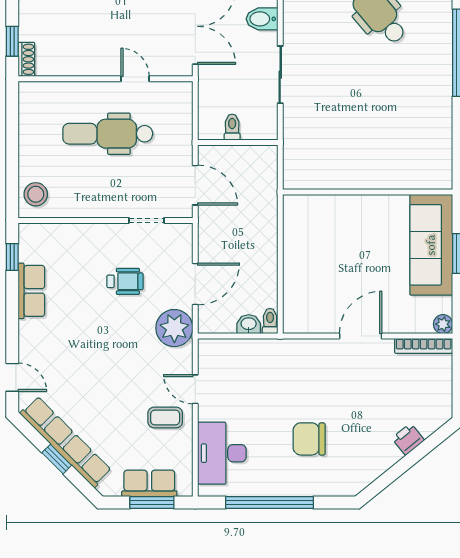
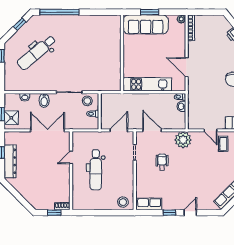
stool: (261, 115) -> (87, 101), added
kitchen unit: (298, 248) -> (147, 84), added
window: (12, 257) -> (169, 213), moved
door: (195, 284) -> (152, 130), moved
row of seats: (31, 291) -> (149, 204), moved
door: (361, 336) -> (187, 67), moved
door: (12, 377) -> (190, 213), moved
door: (195, 389) -> (211, 130), hinge flipped

